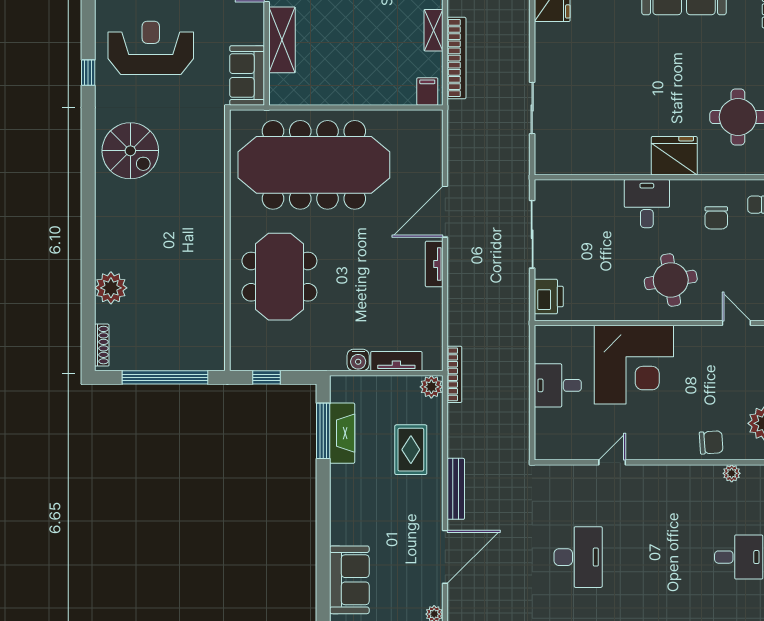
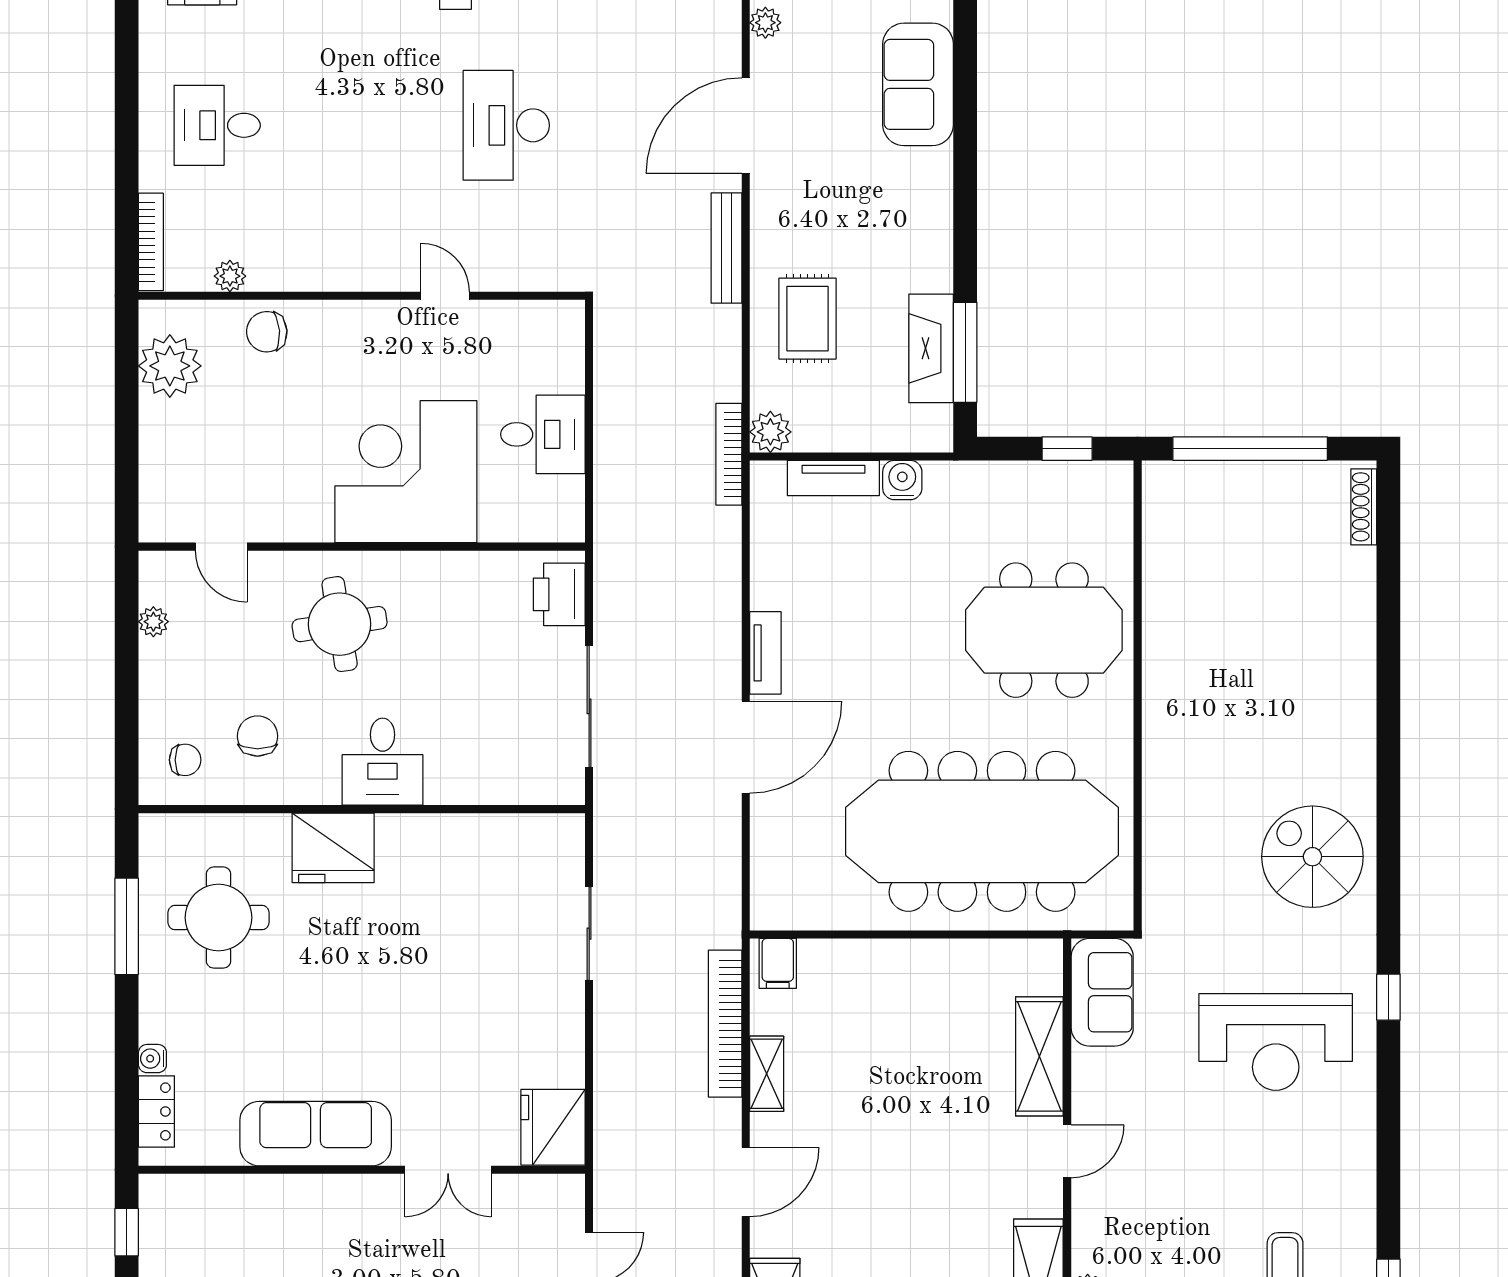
meeting table: (279, 277) -> (1044, 630), turned 90
plant: (111, 288) -> (1347, 610), removed
door: (612, 462) -> (445, 296), swing flipped

